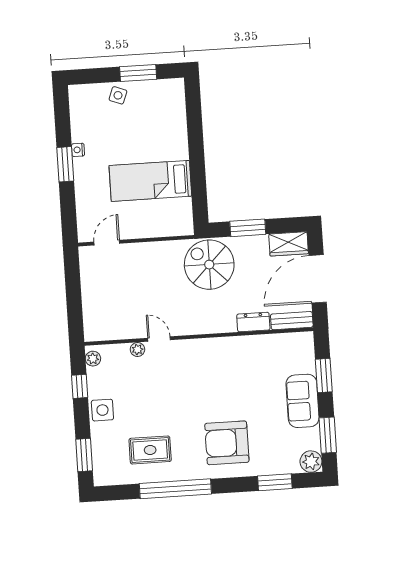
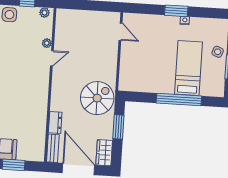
window: (196, 144) -> (179, 99), added
bed: (150, 181) -> (188, 68), moved

